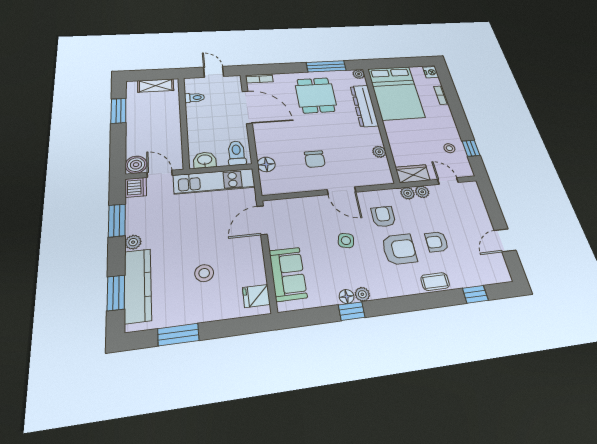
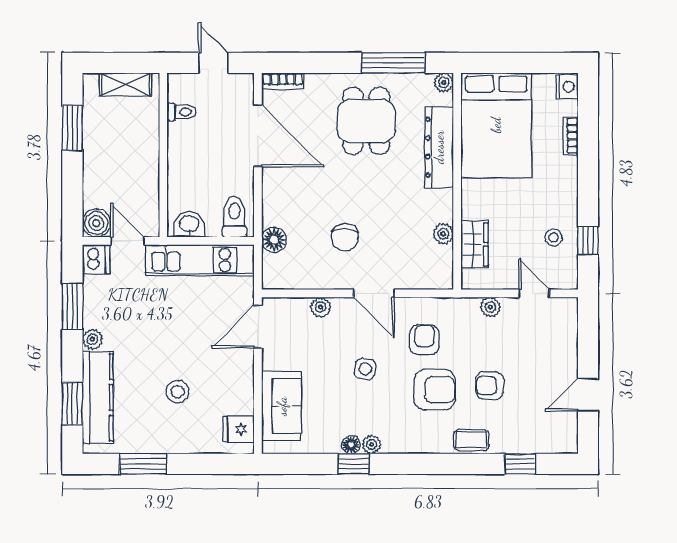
wardrobe: (413, 174) -> (474, 244), moved, turned 90
plant: (408, 193) -> (321, 307), moved

